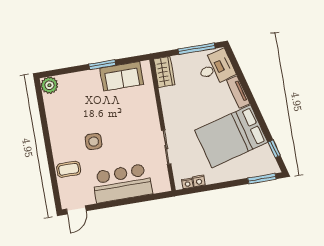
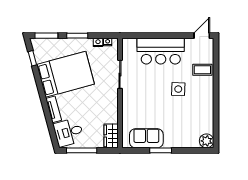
window: (225, 185) -> (77, 36), added

